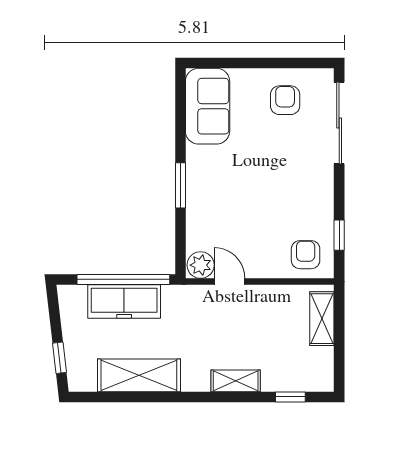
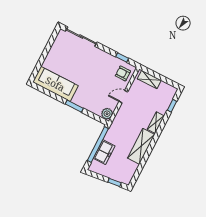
armchair: (285, 100) -> (63, 52), removed
sofa: (208, 106) -> (55, 84), width x1.36
door: (230, 282) -> (123, 97), moved
freezer: (124, 301) -> (104, 152), width x0.71
shelving: (139, 375) -> (141, 146), moved

